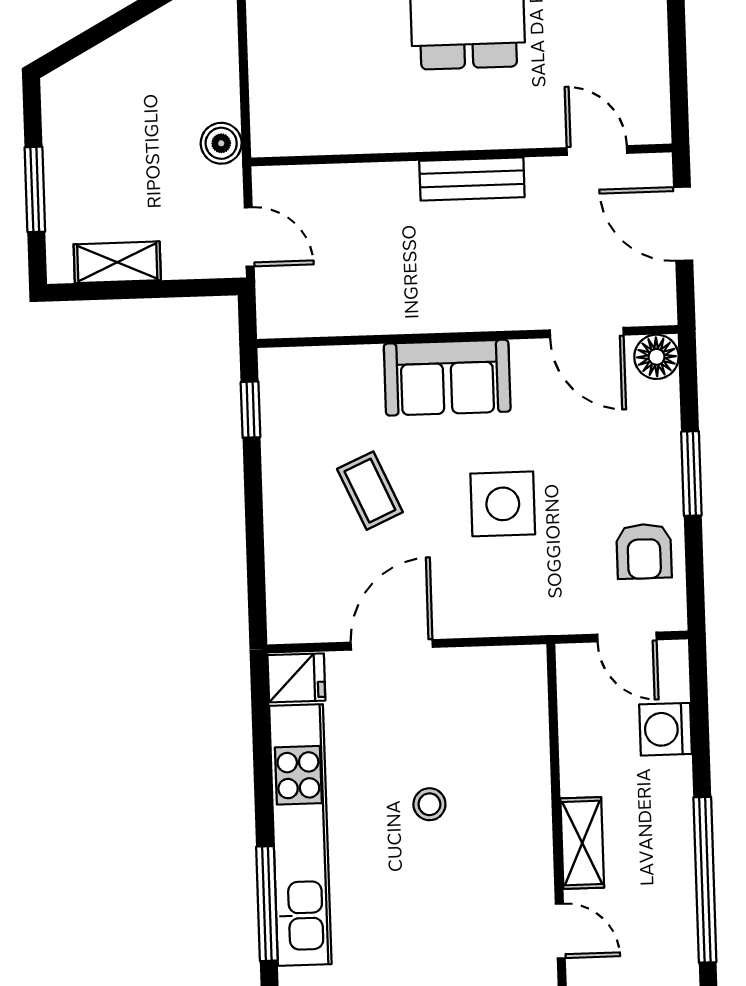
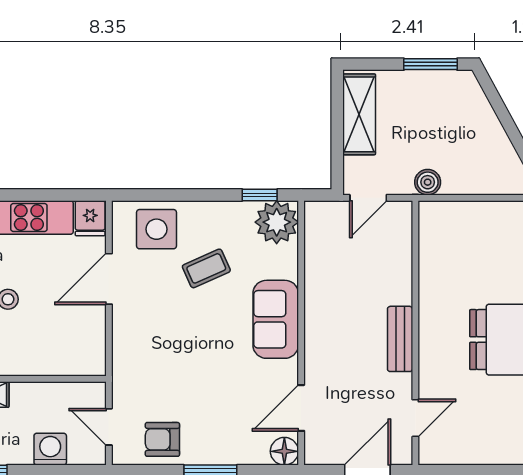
window: (35, 189) -> (431, 64), moved
shelving: (117, 262) -> (359, 114), width x1.50, depth x1.33
plant: (293, 381) -> (277, 222), added
side table: (503, 504) -> (157, 229), moved
door: (627, 637) -> (109, 427), hinge flipped
door: (392, 645) -> (109, 279), swing flipped

